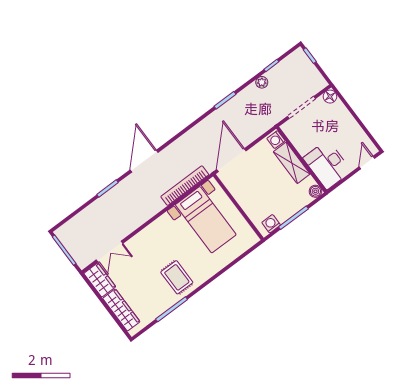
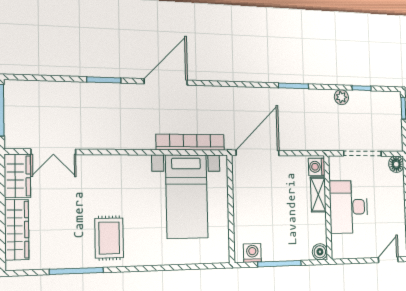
shelving: (292, 163) -> (318, 194), width x0.67, depth x0.75
desk: (327, 165) -> (349, 207), moved

